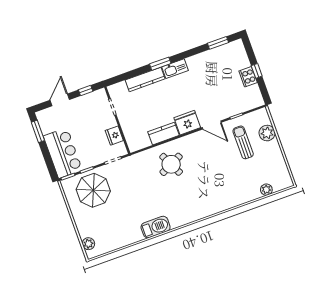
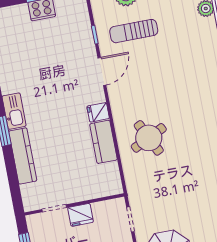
fridge: (187, 123) -> (98, 112), width x0.53, depth x0.75
fridge: (114, 136) -> (80, 215), moved

